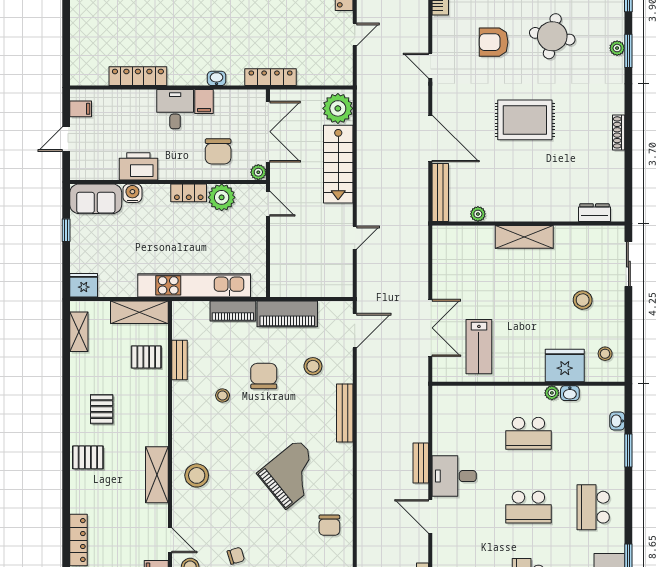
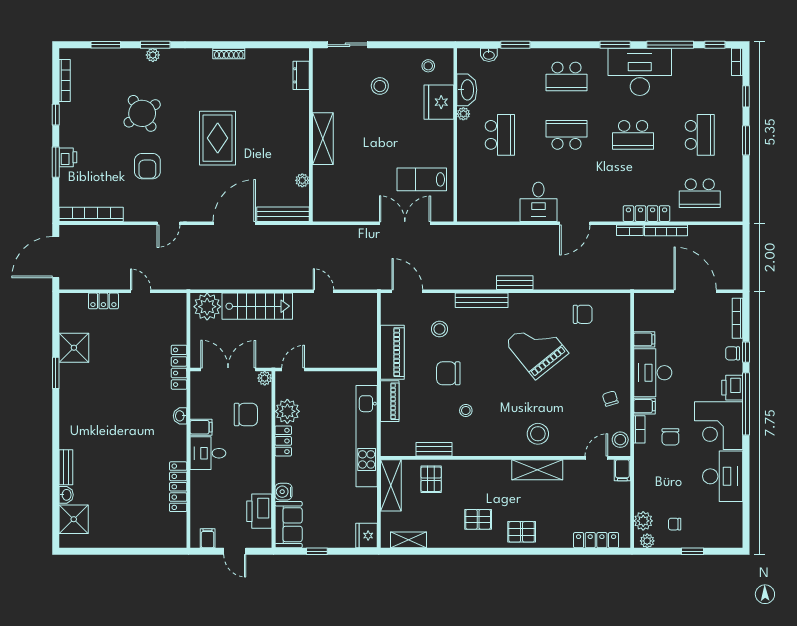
round table: (552, 36) -> (142, 113), turned 45
printer: (138, 166) -> (259, 511), moved
lab bench: (479, 347) -> (422, 179), turned 180
washbasin: (570, 393) -> (467, 90), width x1.91, depth x1.45
pallet: (88, 457) -> (522, 532), turned 90
bench: (421, 463) -> (515, 283), moved
school desk: (528, 507) -> (566, 135), turned -90

